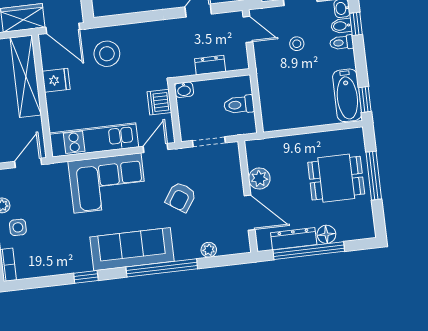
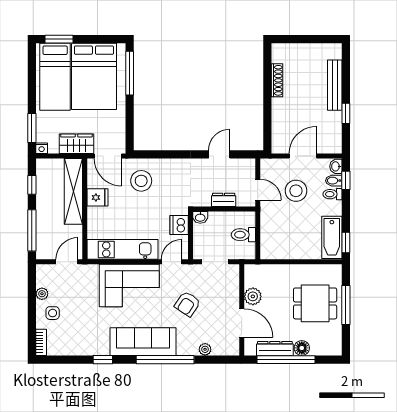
door: (248, 29) -> (258, 190), moved
stool: (297, 44) -> (296, 191), width x1.89, depth x1.89

